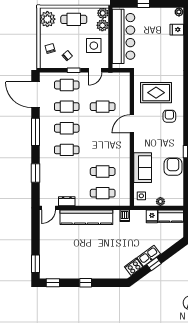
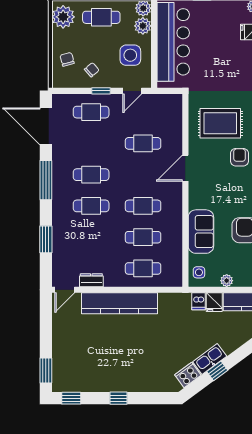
cafe table: (67, 107) -> (143, 206), moved
dishwasher: (125, 216) -> (199, 301), moved

